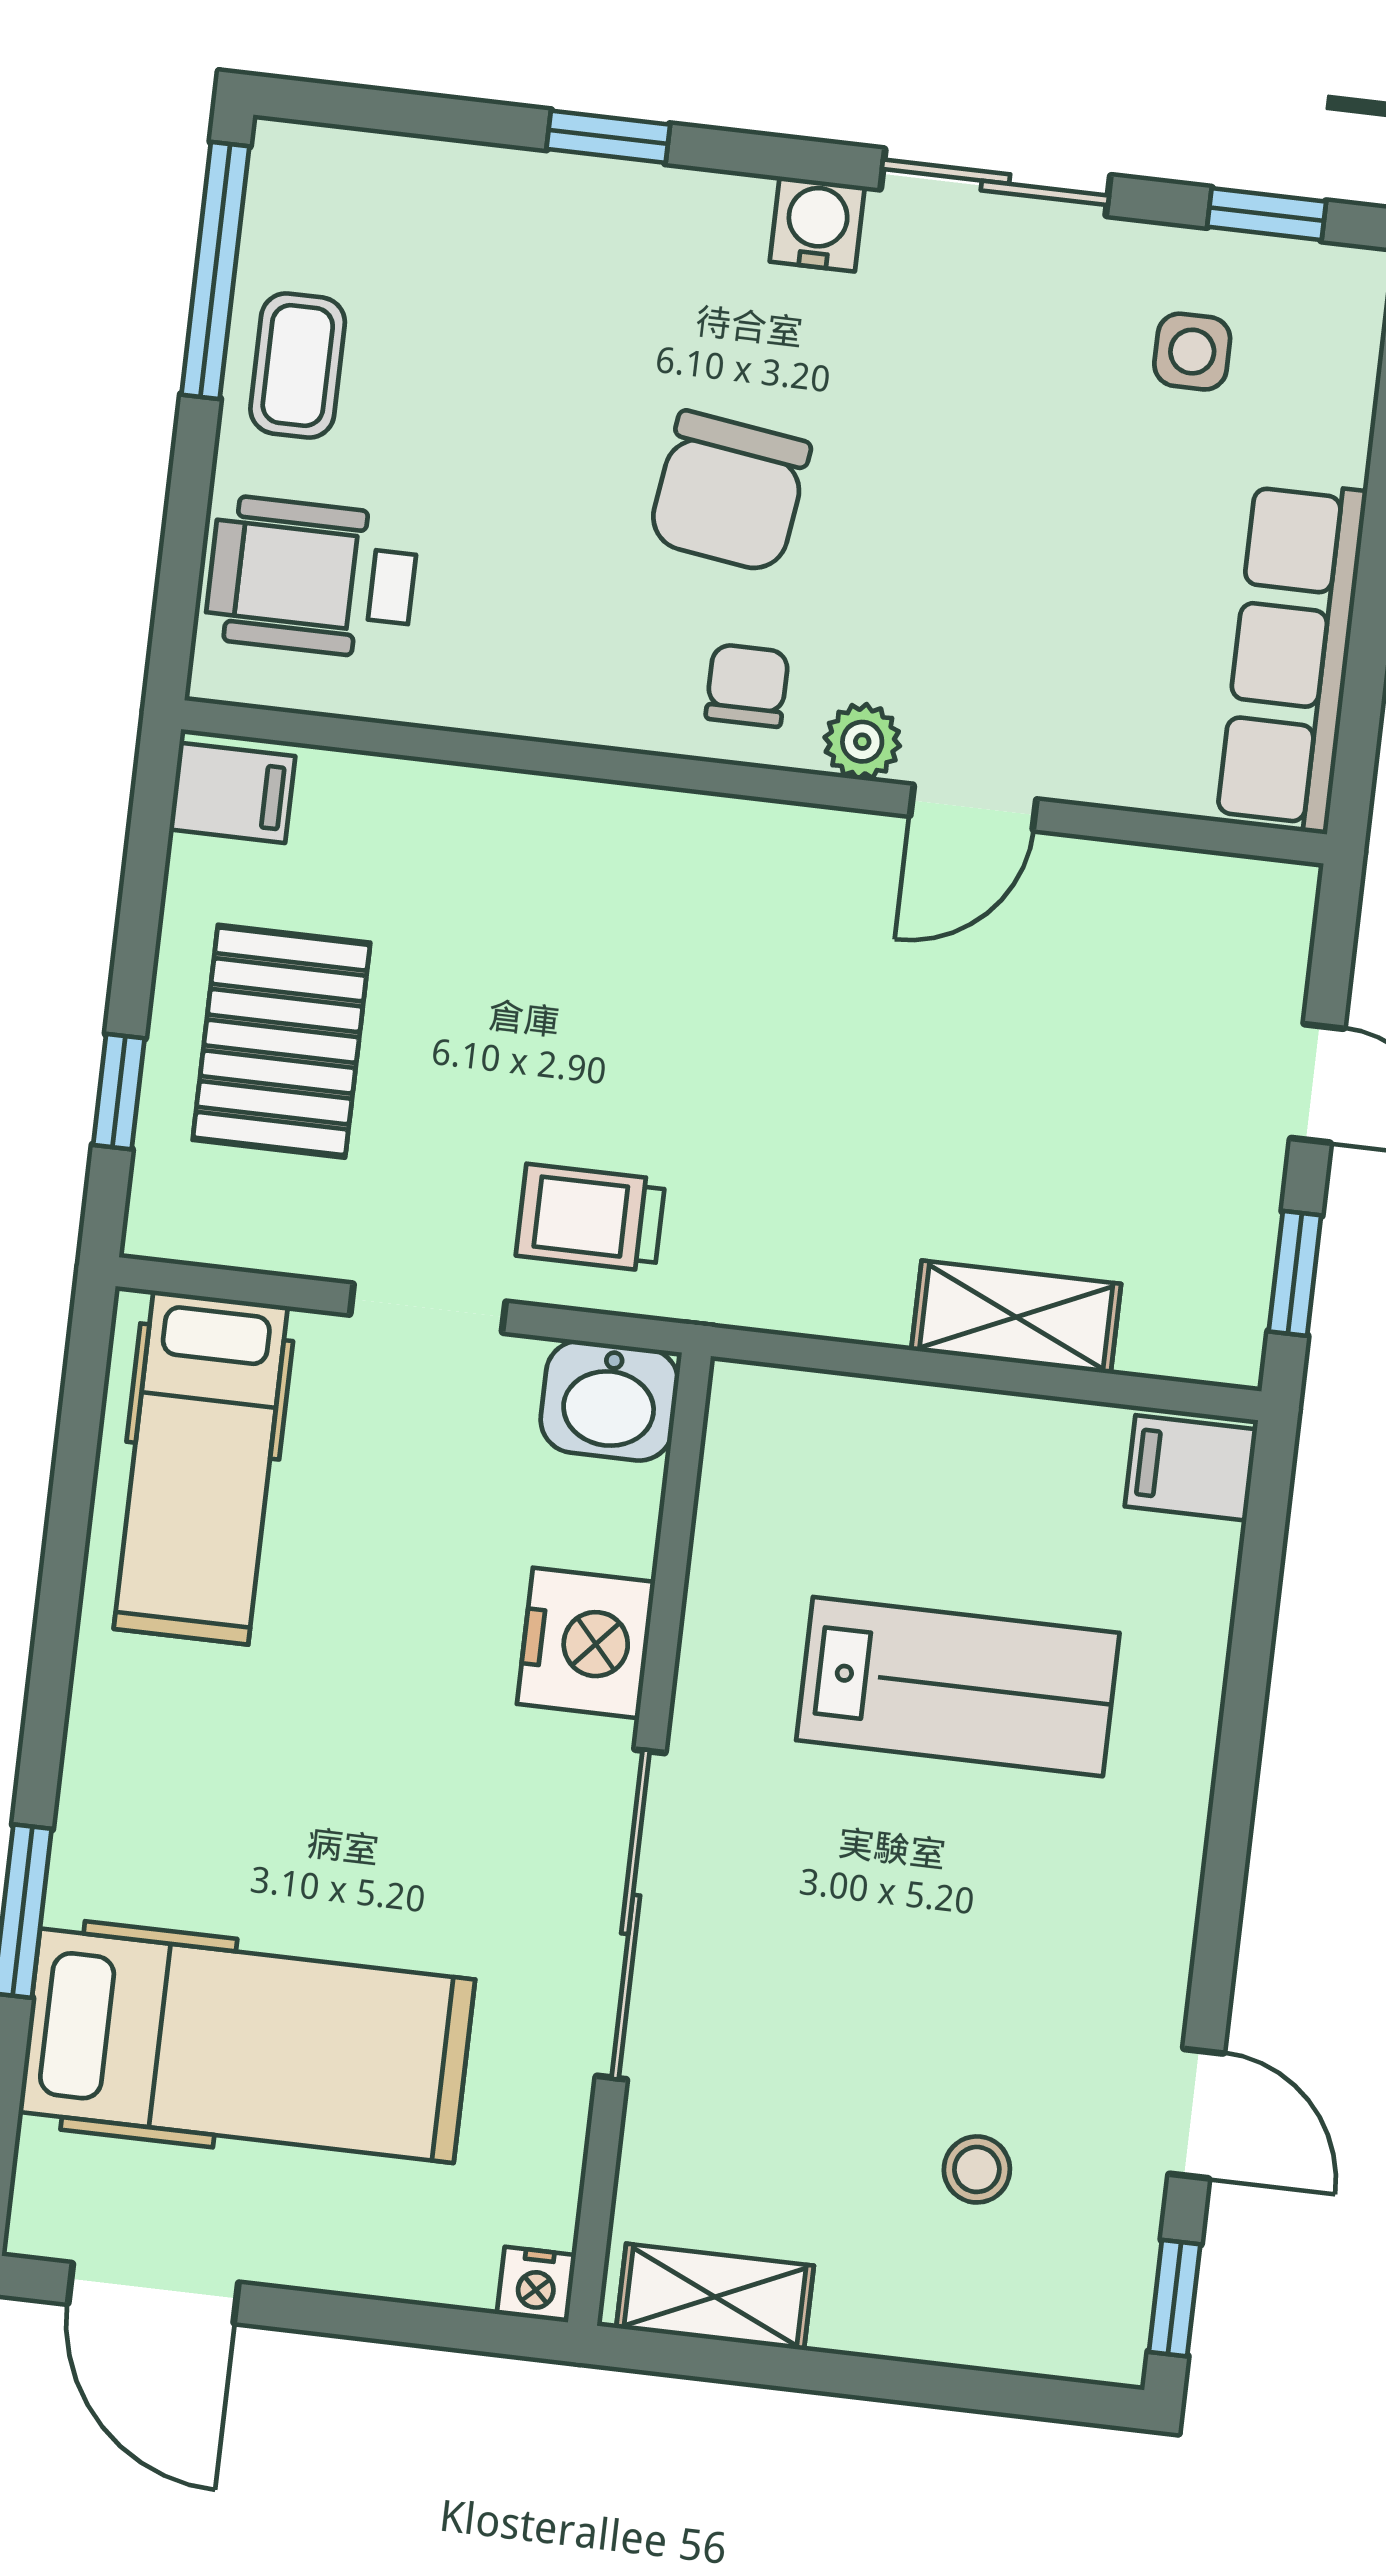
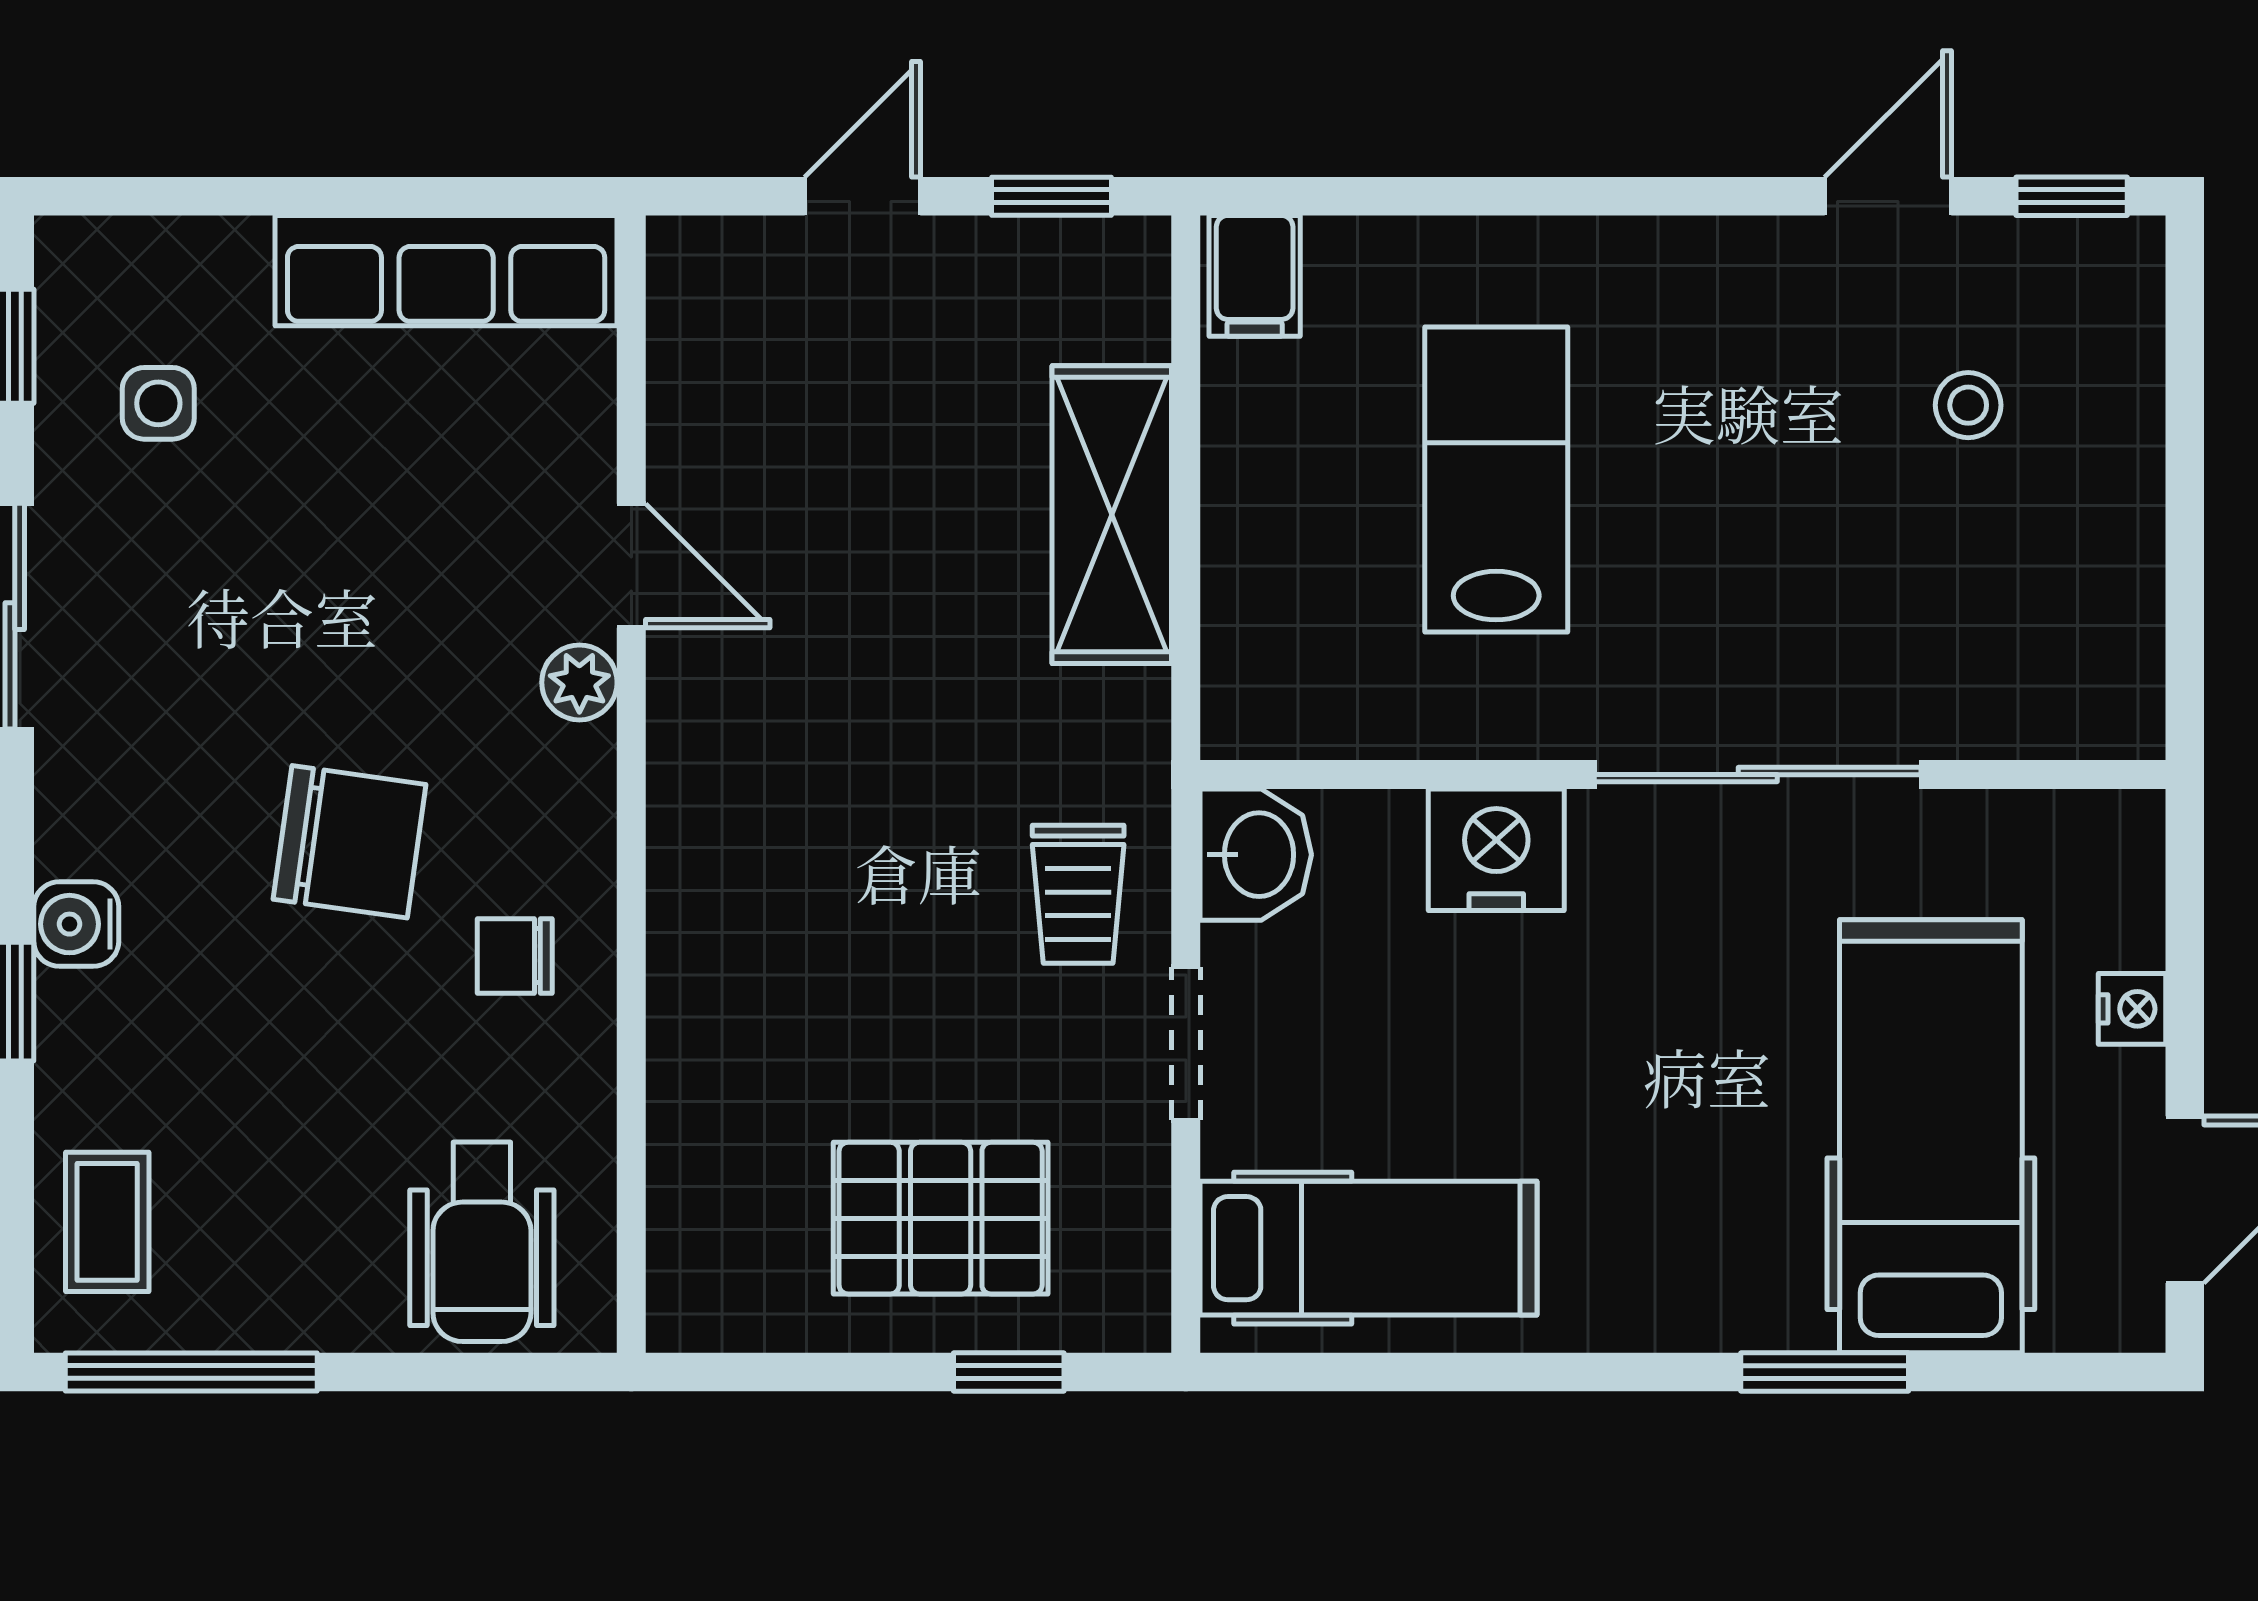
water cooler: (817, 224) -> (76, 924), moved
coffee table: (298, 366) -> (107, 1222), moved, turned 90
chair: (747, 685) -> (515, 956), moved
filing cabinet: (232, 793) -> (702, 1295), removed
shelving: (1016, 1317) -> (1112, 515), width x1.50, depth x1.33
nightstand: (536, 2285) -> (2132, 1009), moved
shelving: (715, 2297) -> (2124, 648), removed

